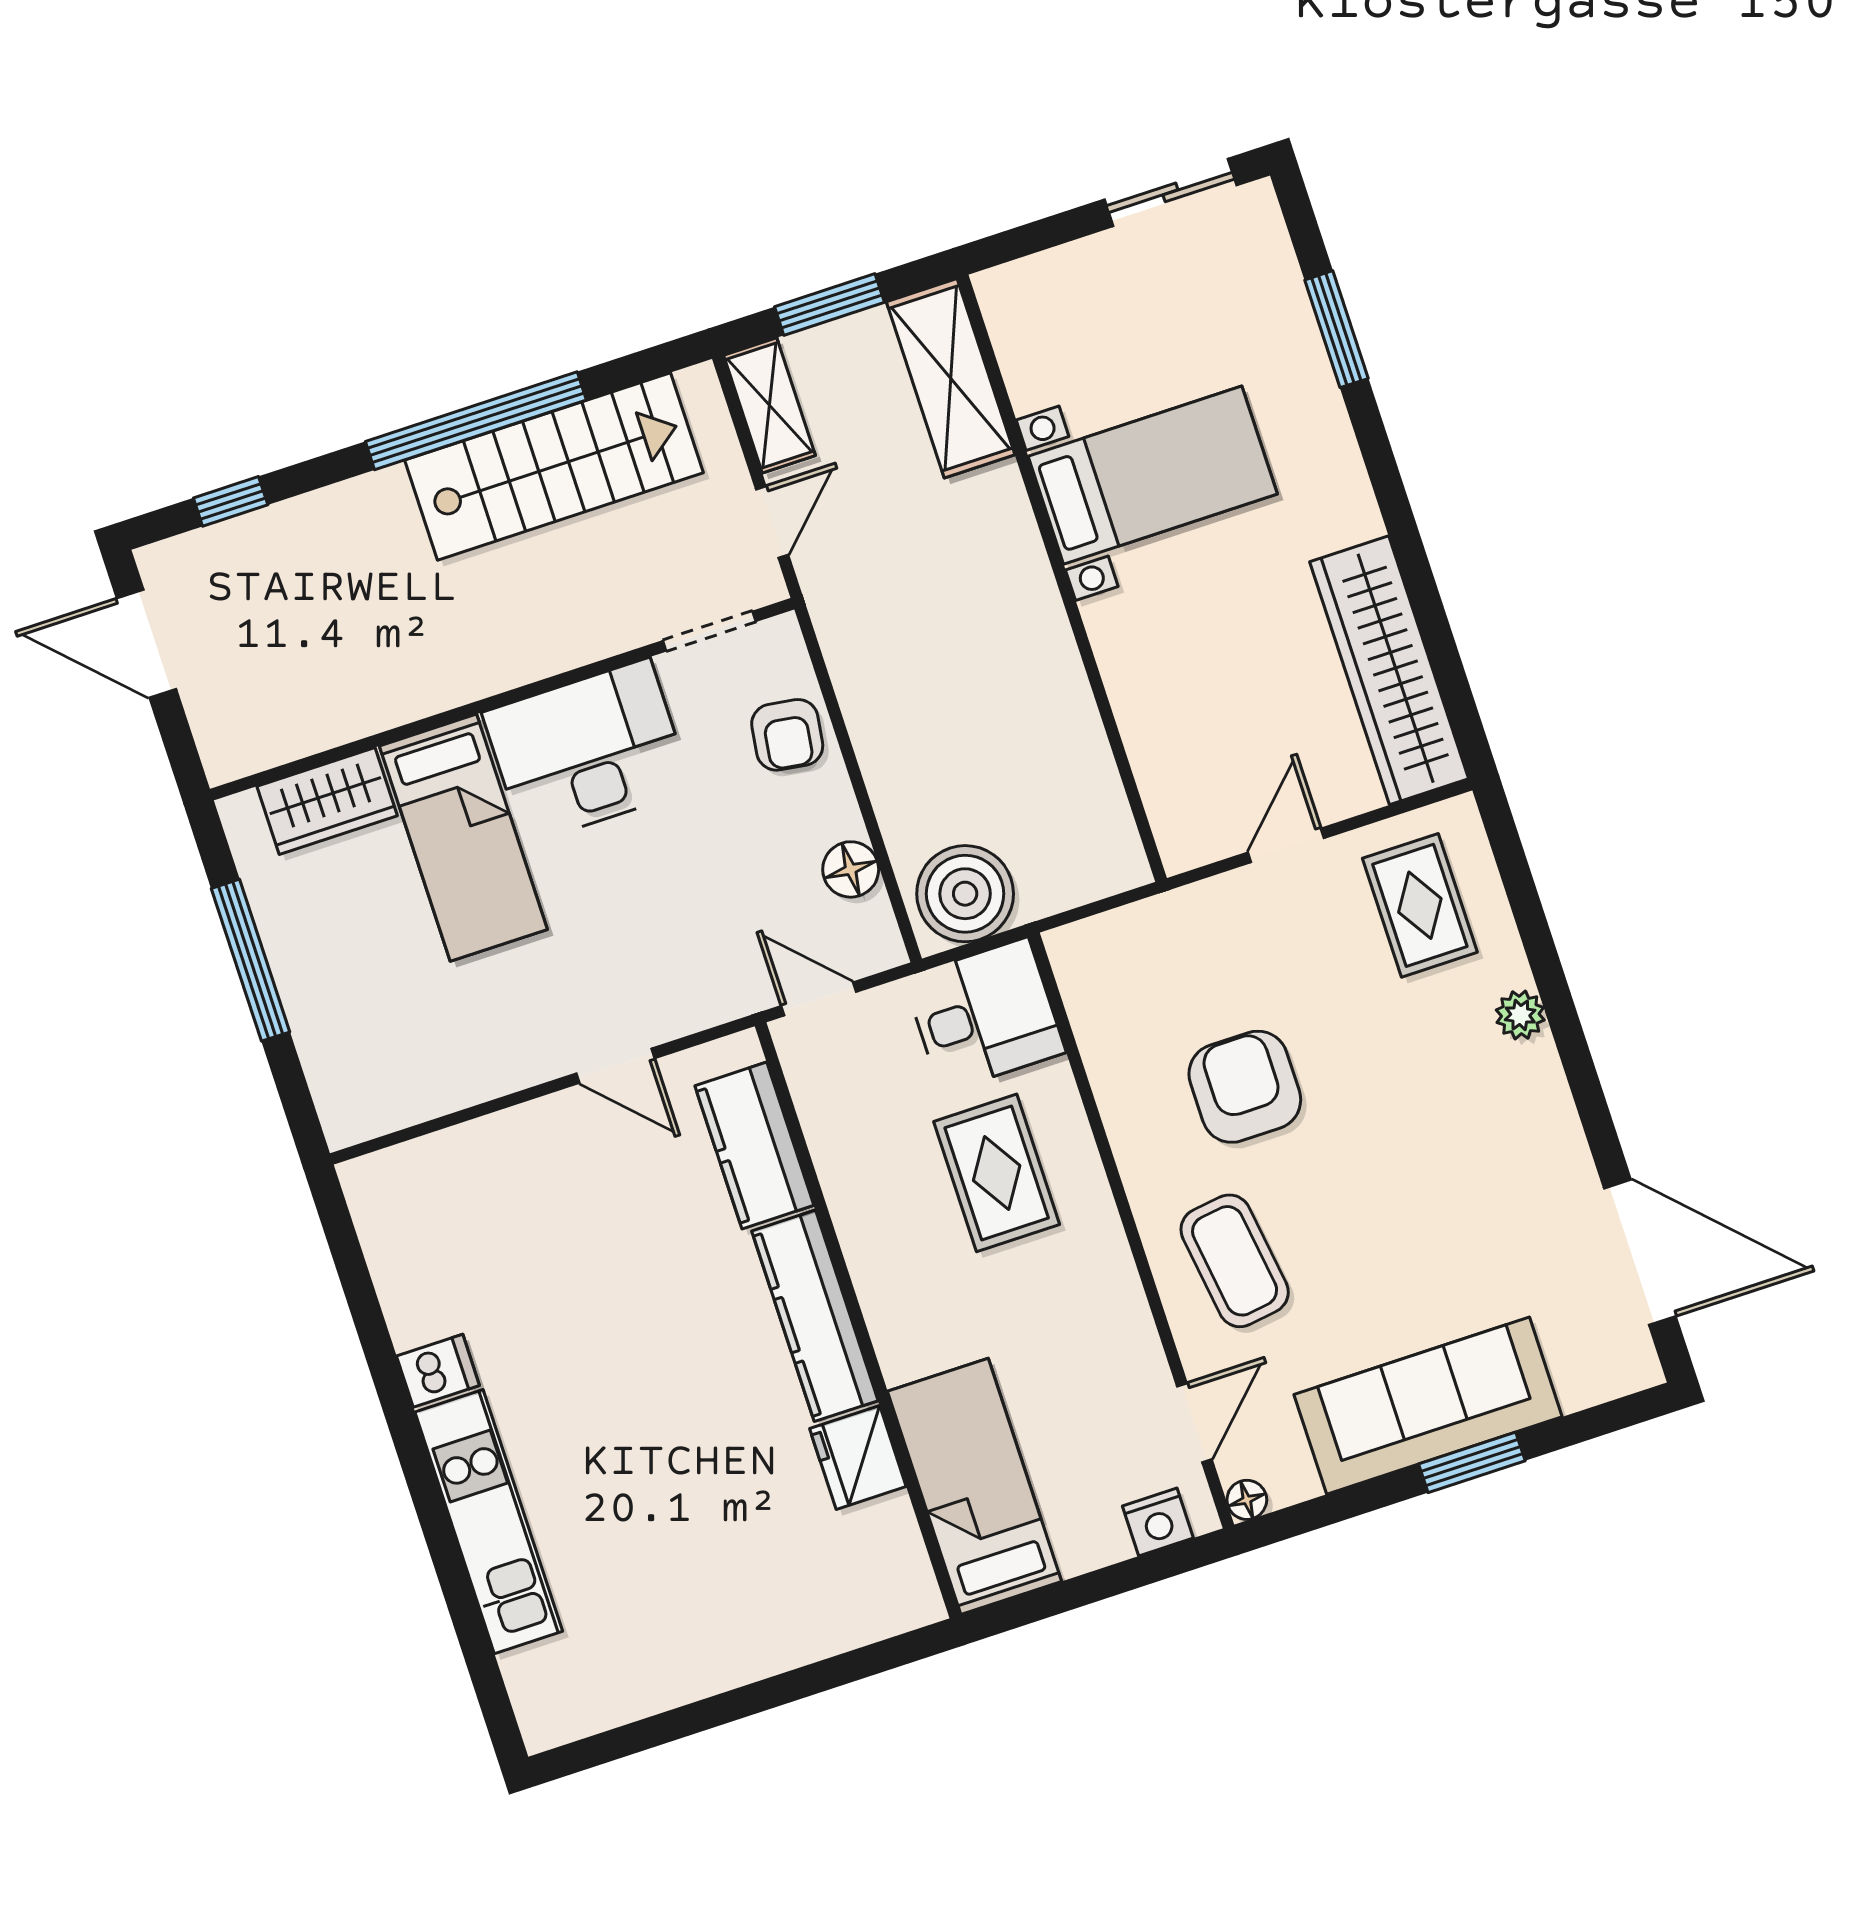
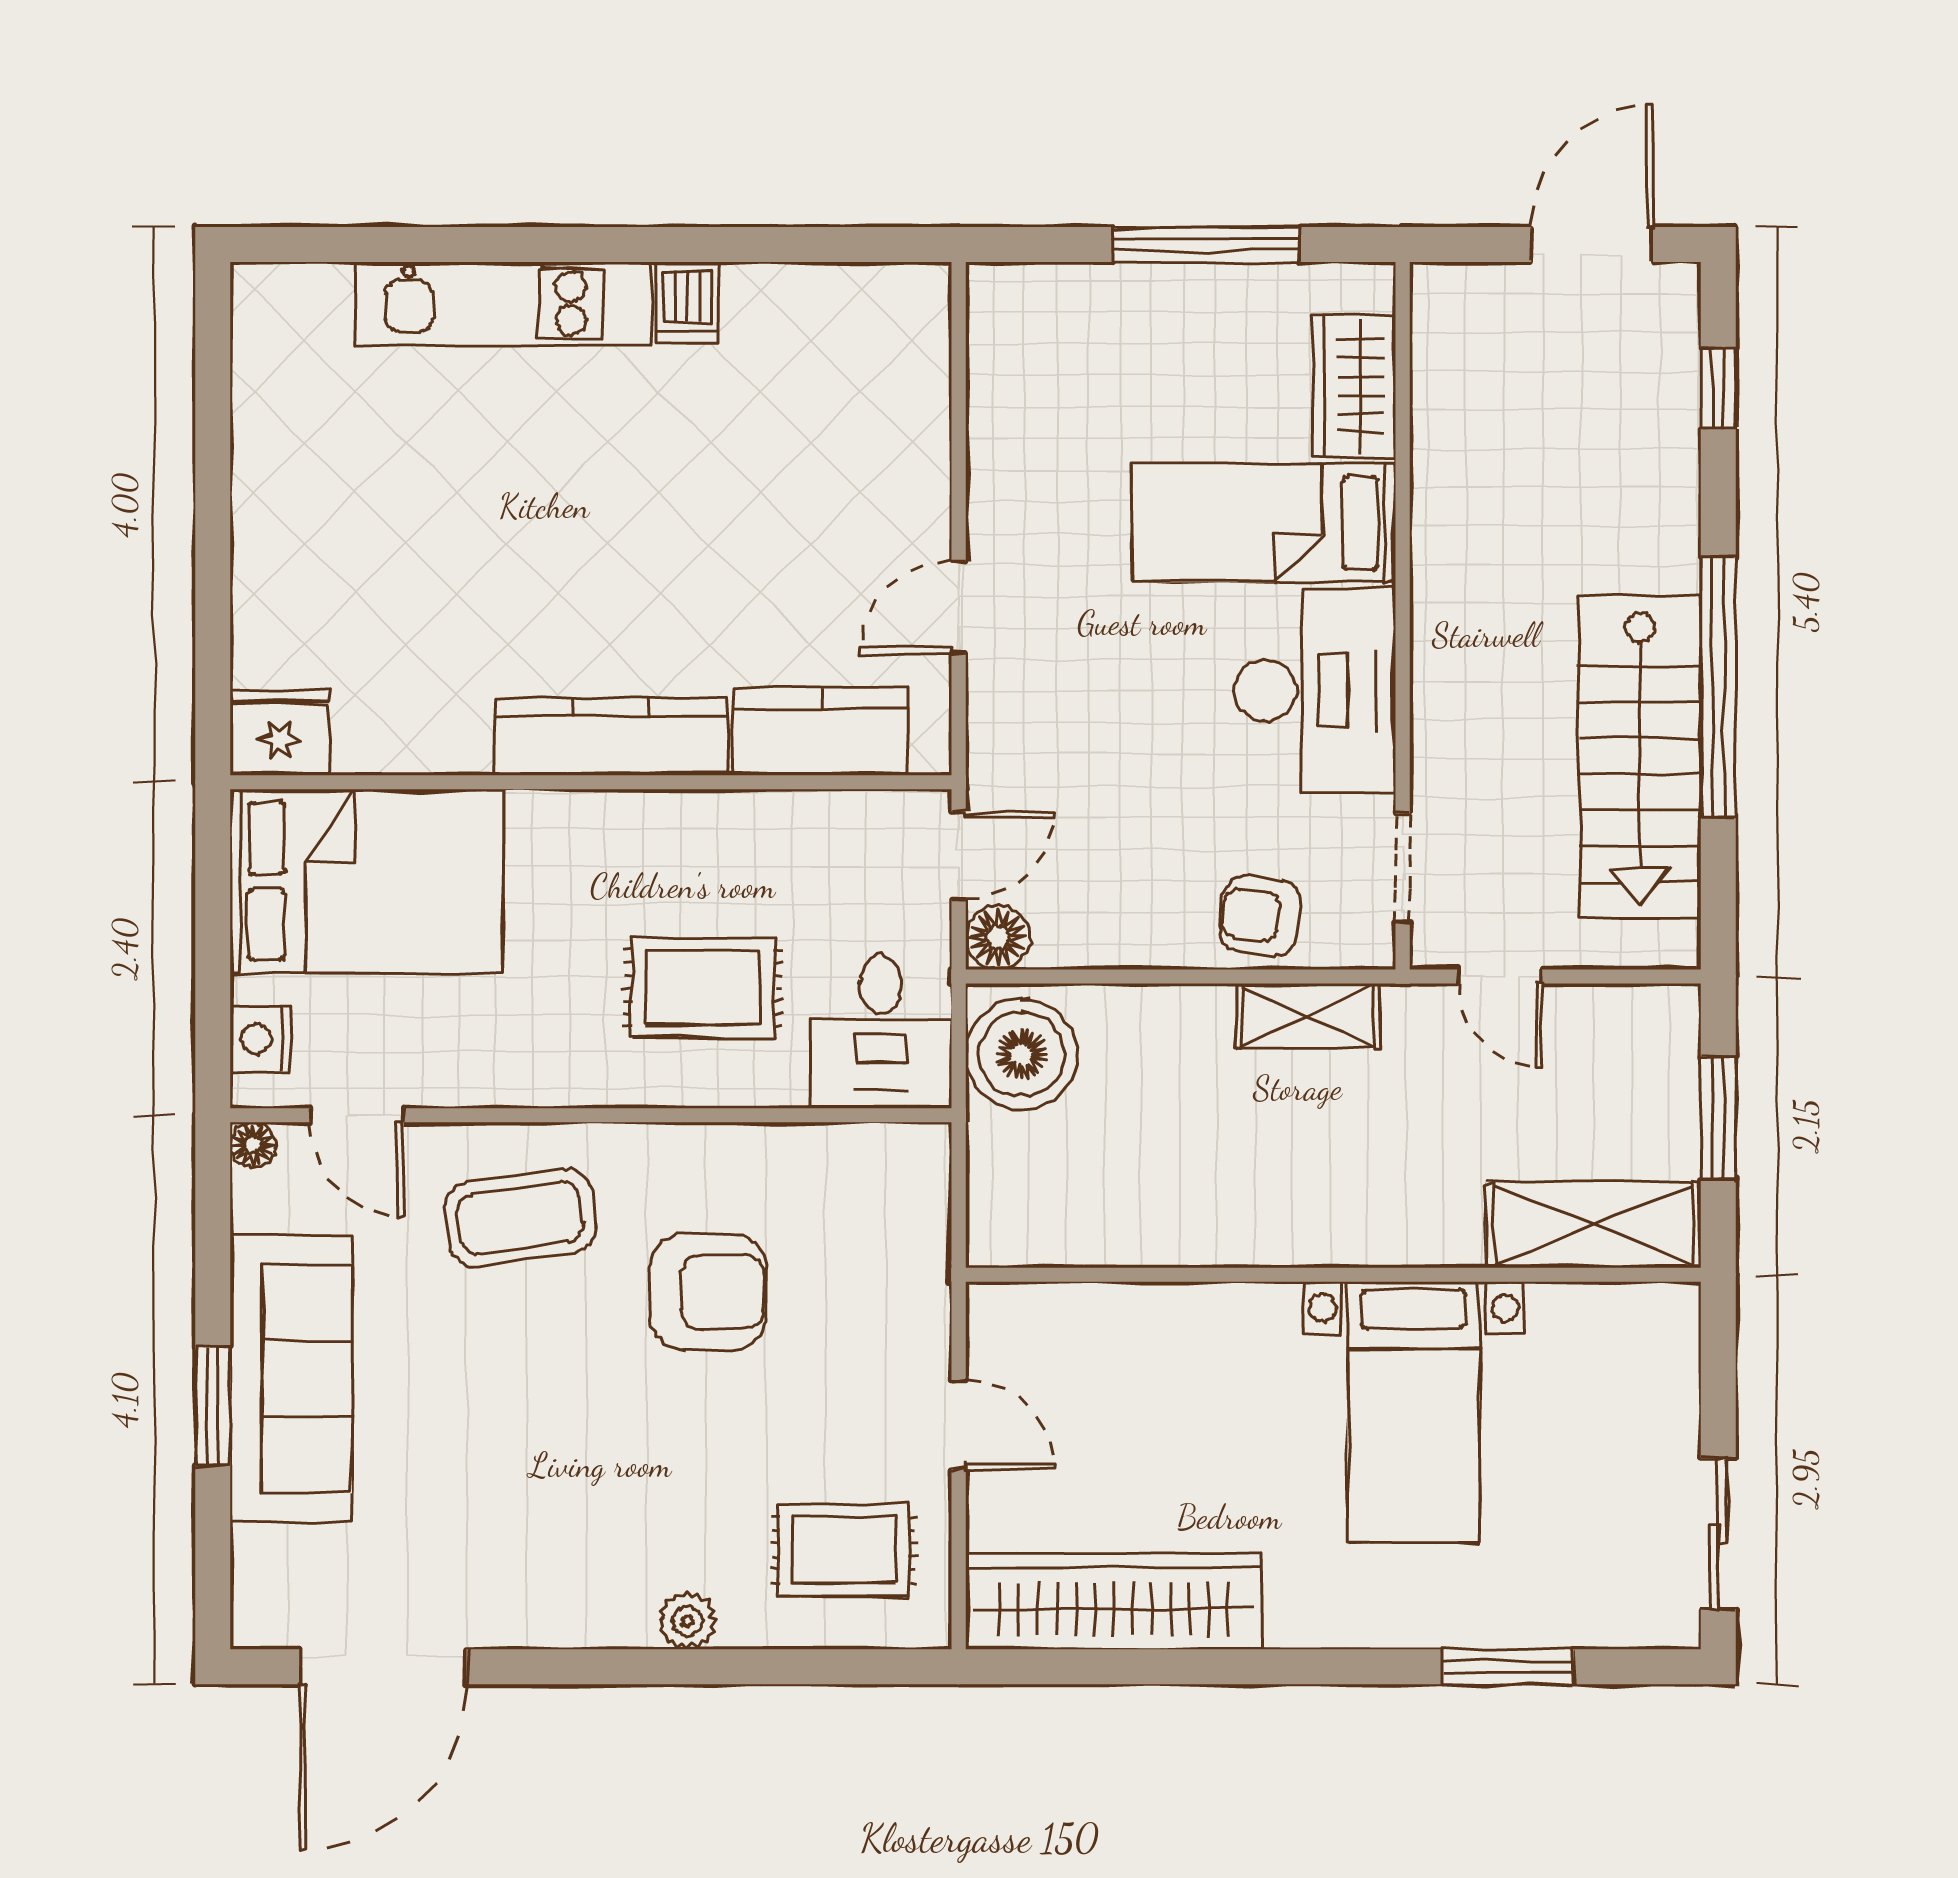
shelving: (769, 405) -> (1308, 1016), moved
floor lamp: (851, 869) -> (998, 937), moved
fridge: (858, 1457) -> (280, 733), moved
bed: (974, 1486) -> (366, 881), width x1.50

